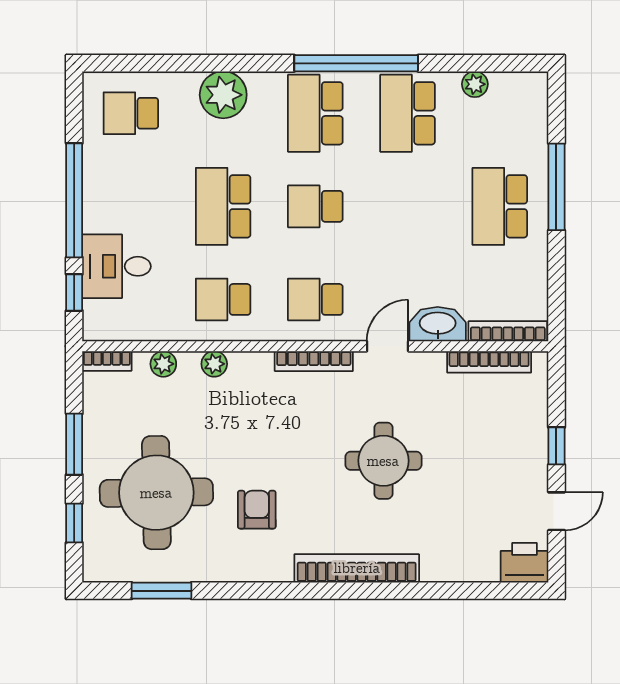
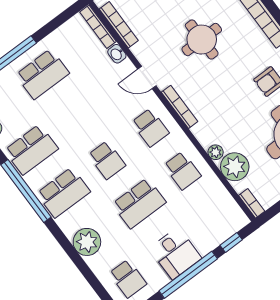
desk: (117, 266) -> (175, 253), moved
washbasin: (438, 324) -> (117, 54), width x0.52, depth x0.69
plant: (163, 364) -> (235, 167), width x1.87, depth x1.87

